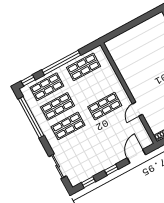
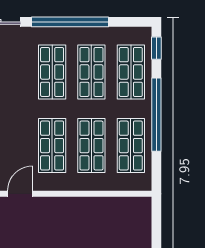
shop shelf: (94, 87) -> (91, 146), added
door: (137, 109) -> (20, 194), hinge flipped
window: (31, 117) -> (70, 22), moved

